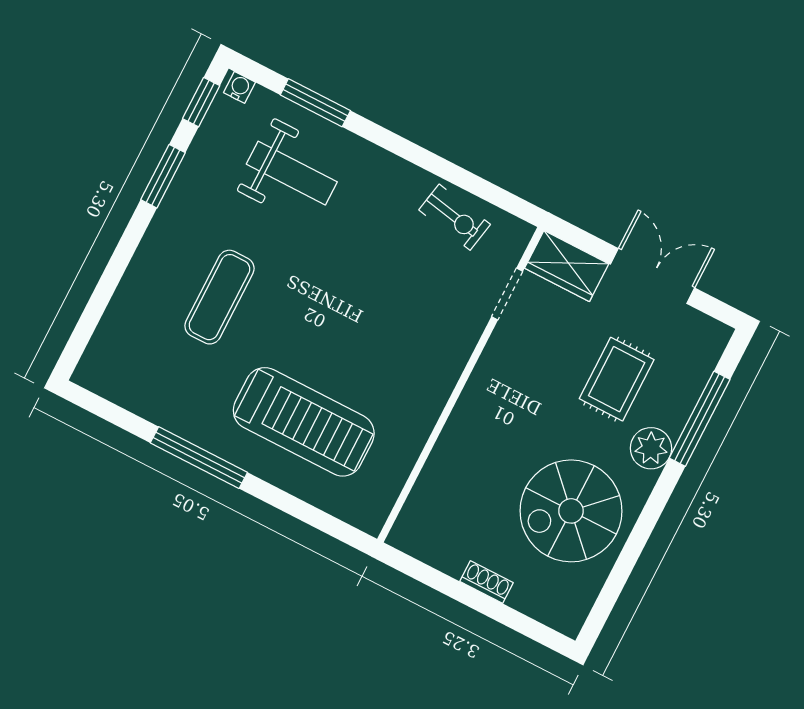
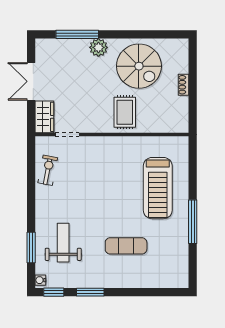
rug: (617, 379) -> (125, 112), moved, turned 90
treadmill: (304, 422) -> (158, 188), turned 180

